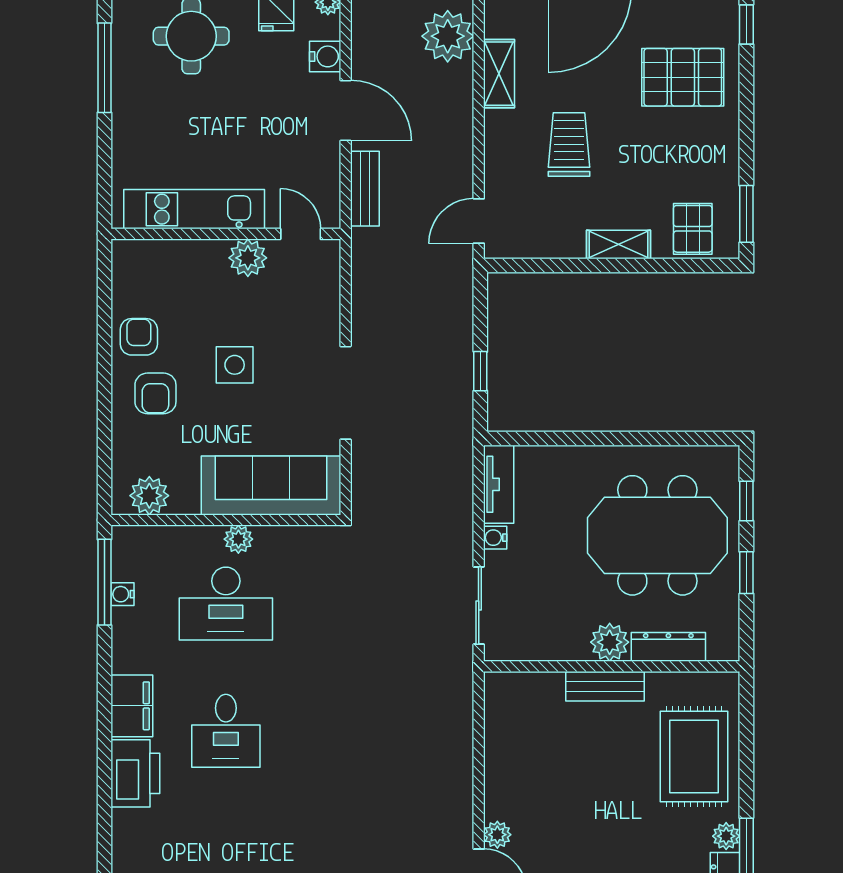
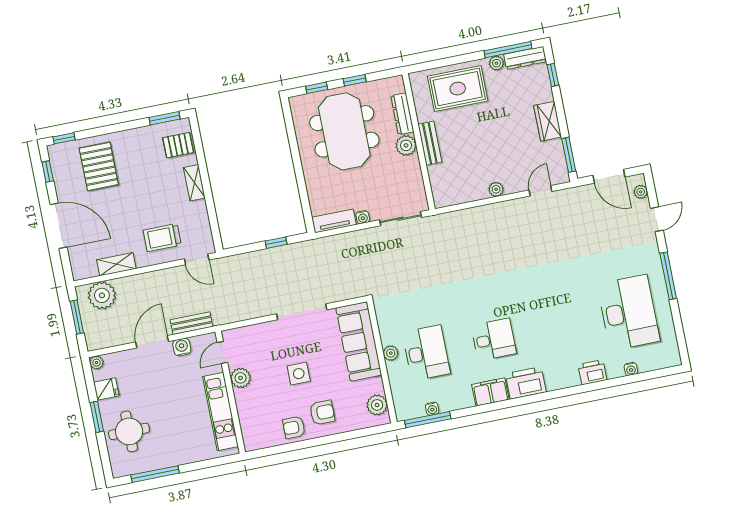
water cooler: (325, 56) -> (182, 347), moved
trolley: (569, 145) -> (162, 238), moved
plant: (497, 835) -> (496, 189), moved

